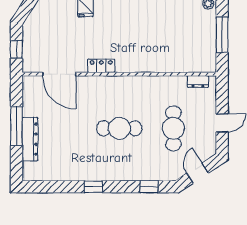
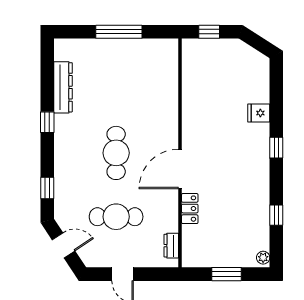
window: (222, 35) -> (226, 274), width x0.69
locker: (101, 66) -> (190, 209), moved
door: (59, 74) -> (180, 169), moved
dresser: (30, 139) -> (63, 87), moved, turned -90

